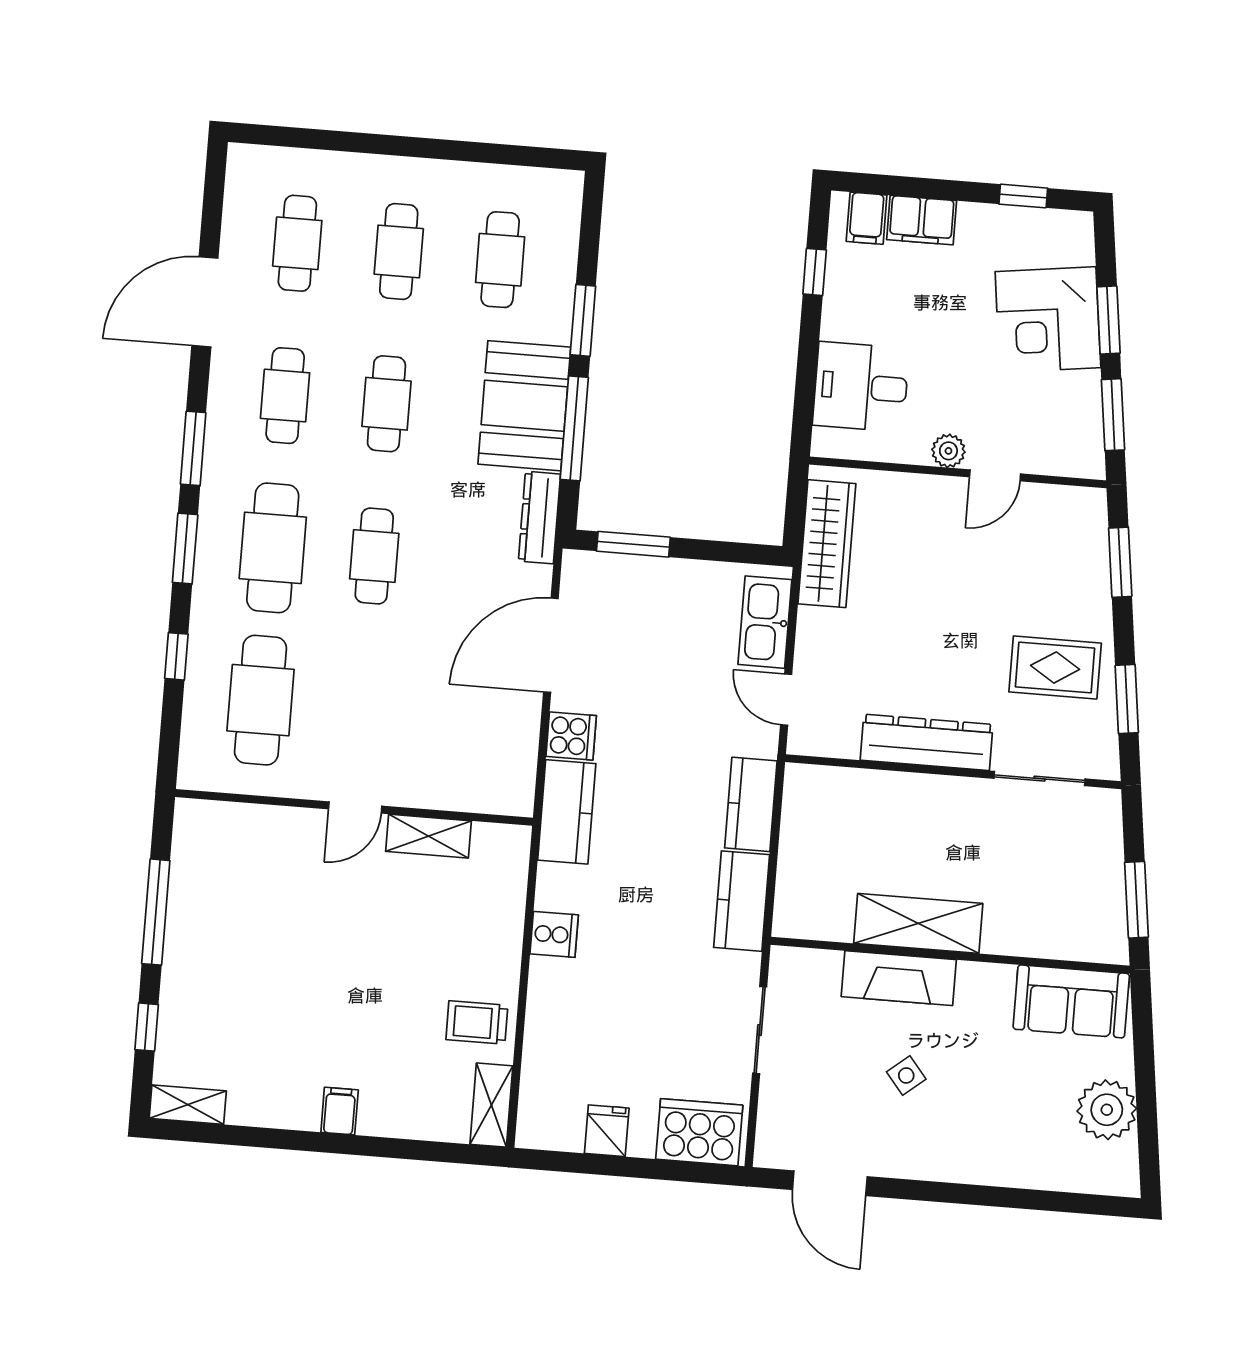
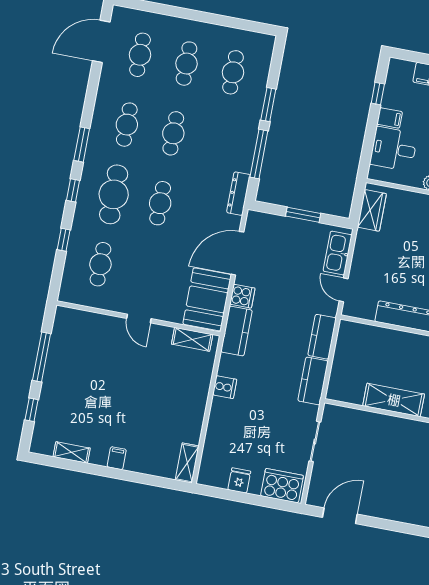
filing cabinet: (867, 218) -> (390, 118), moved, turned -90
door: (205, 302) -> (101, 41), moved
booth: (524, 406) -> (207, 299), moved
window: (633, 544) -> (303, 215), moved
wardrobe: (827, 544) -> (372, 210), width x0.67
window: (185, 549) -> (73, 190), width x0.67
cafe table: (261, 700) -> (100, 264), width x0.73, depth x0.74
door: (355, 807) -> (139, 319), hinge flipped
shelving: (428, 836) -> (192, 339), moved
fireplace: (899, 978) -> (382, 424), removed
trolley: (477, 1022) -> (185, 424), removed
side table: (906, 1075) -> (381, 470), removed
shelving: (188, 1105) -> (72, 452), moved
door: (830, 1183) -> (340, 516), swing flipped

